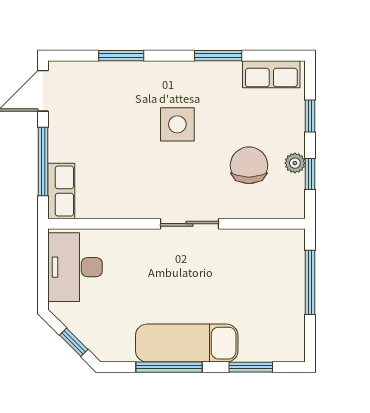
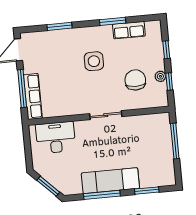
row of seats: (271, 74) -> (129, 30), moved
row of seats: (61, 191) -> (33, 96), width x1.48
desk: (75, 267) -> (56, 138), moved, turned 90
window: (74, 342) -> (48, 186), width x1.50

